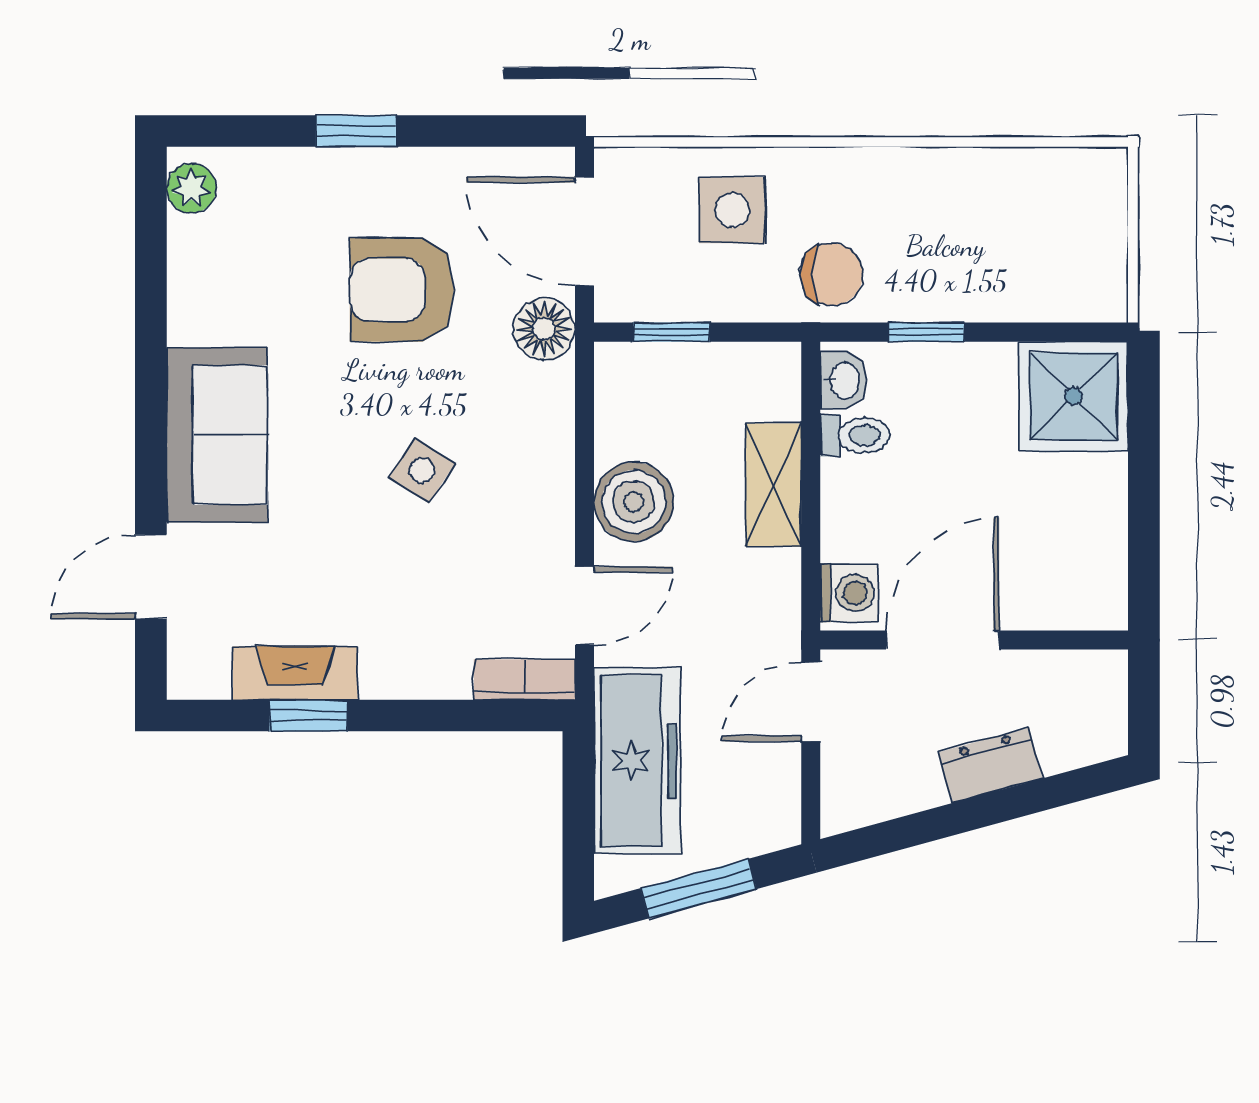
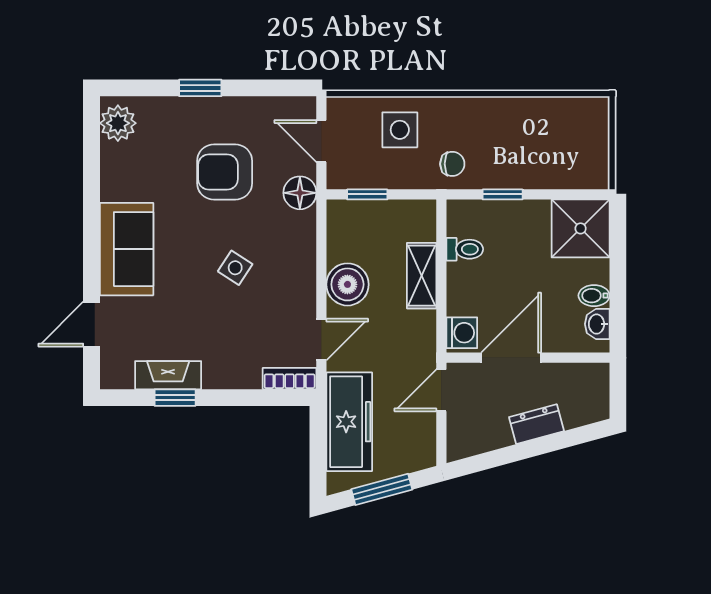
plant: (191, 188) -> (118, 123), width x1.38, depth x1.38
door: (585, 231) -> (321, 141), width x0.73
chair: (832, 274) -> (452, 164), width x0.73, depth x0.73
washbasin: (843, 380) -> (597, 324), moved, turned 180
bidet: (1099, 523) -> (594, 296), added

